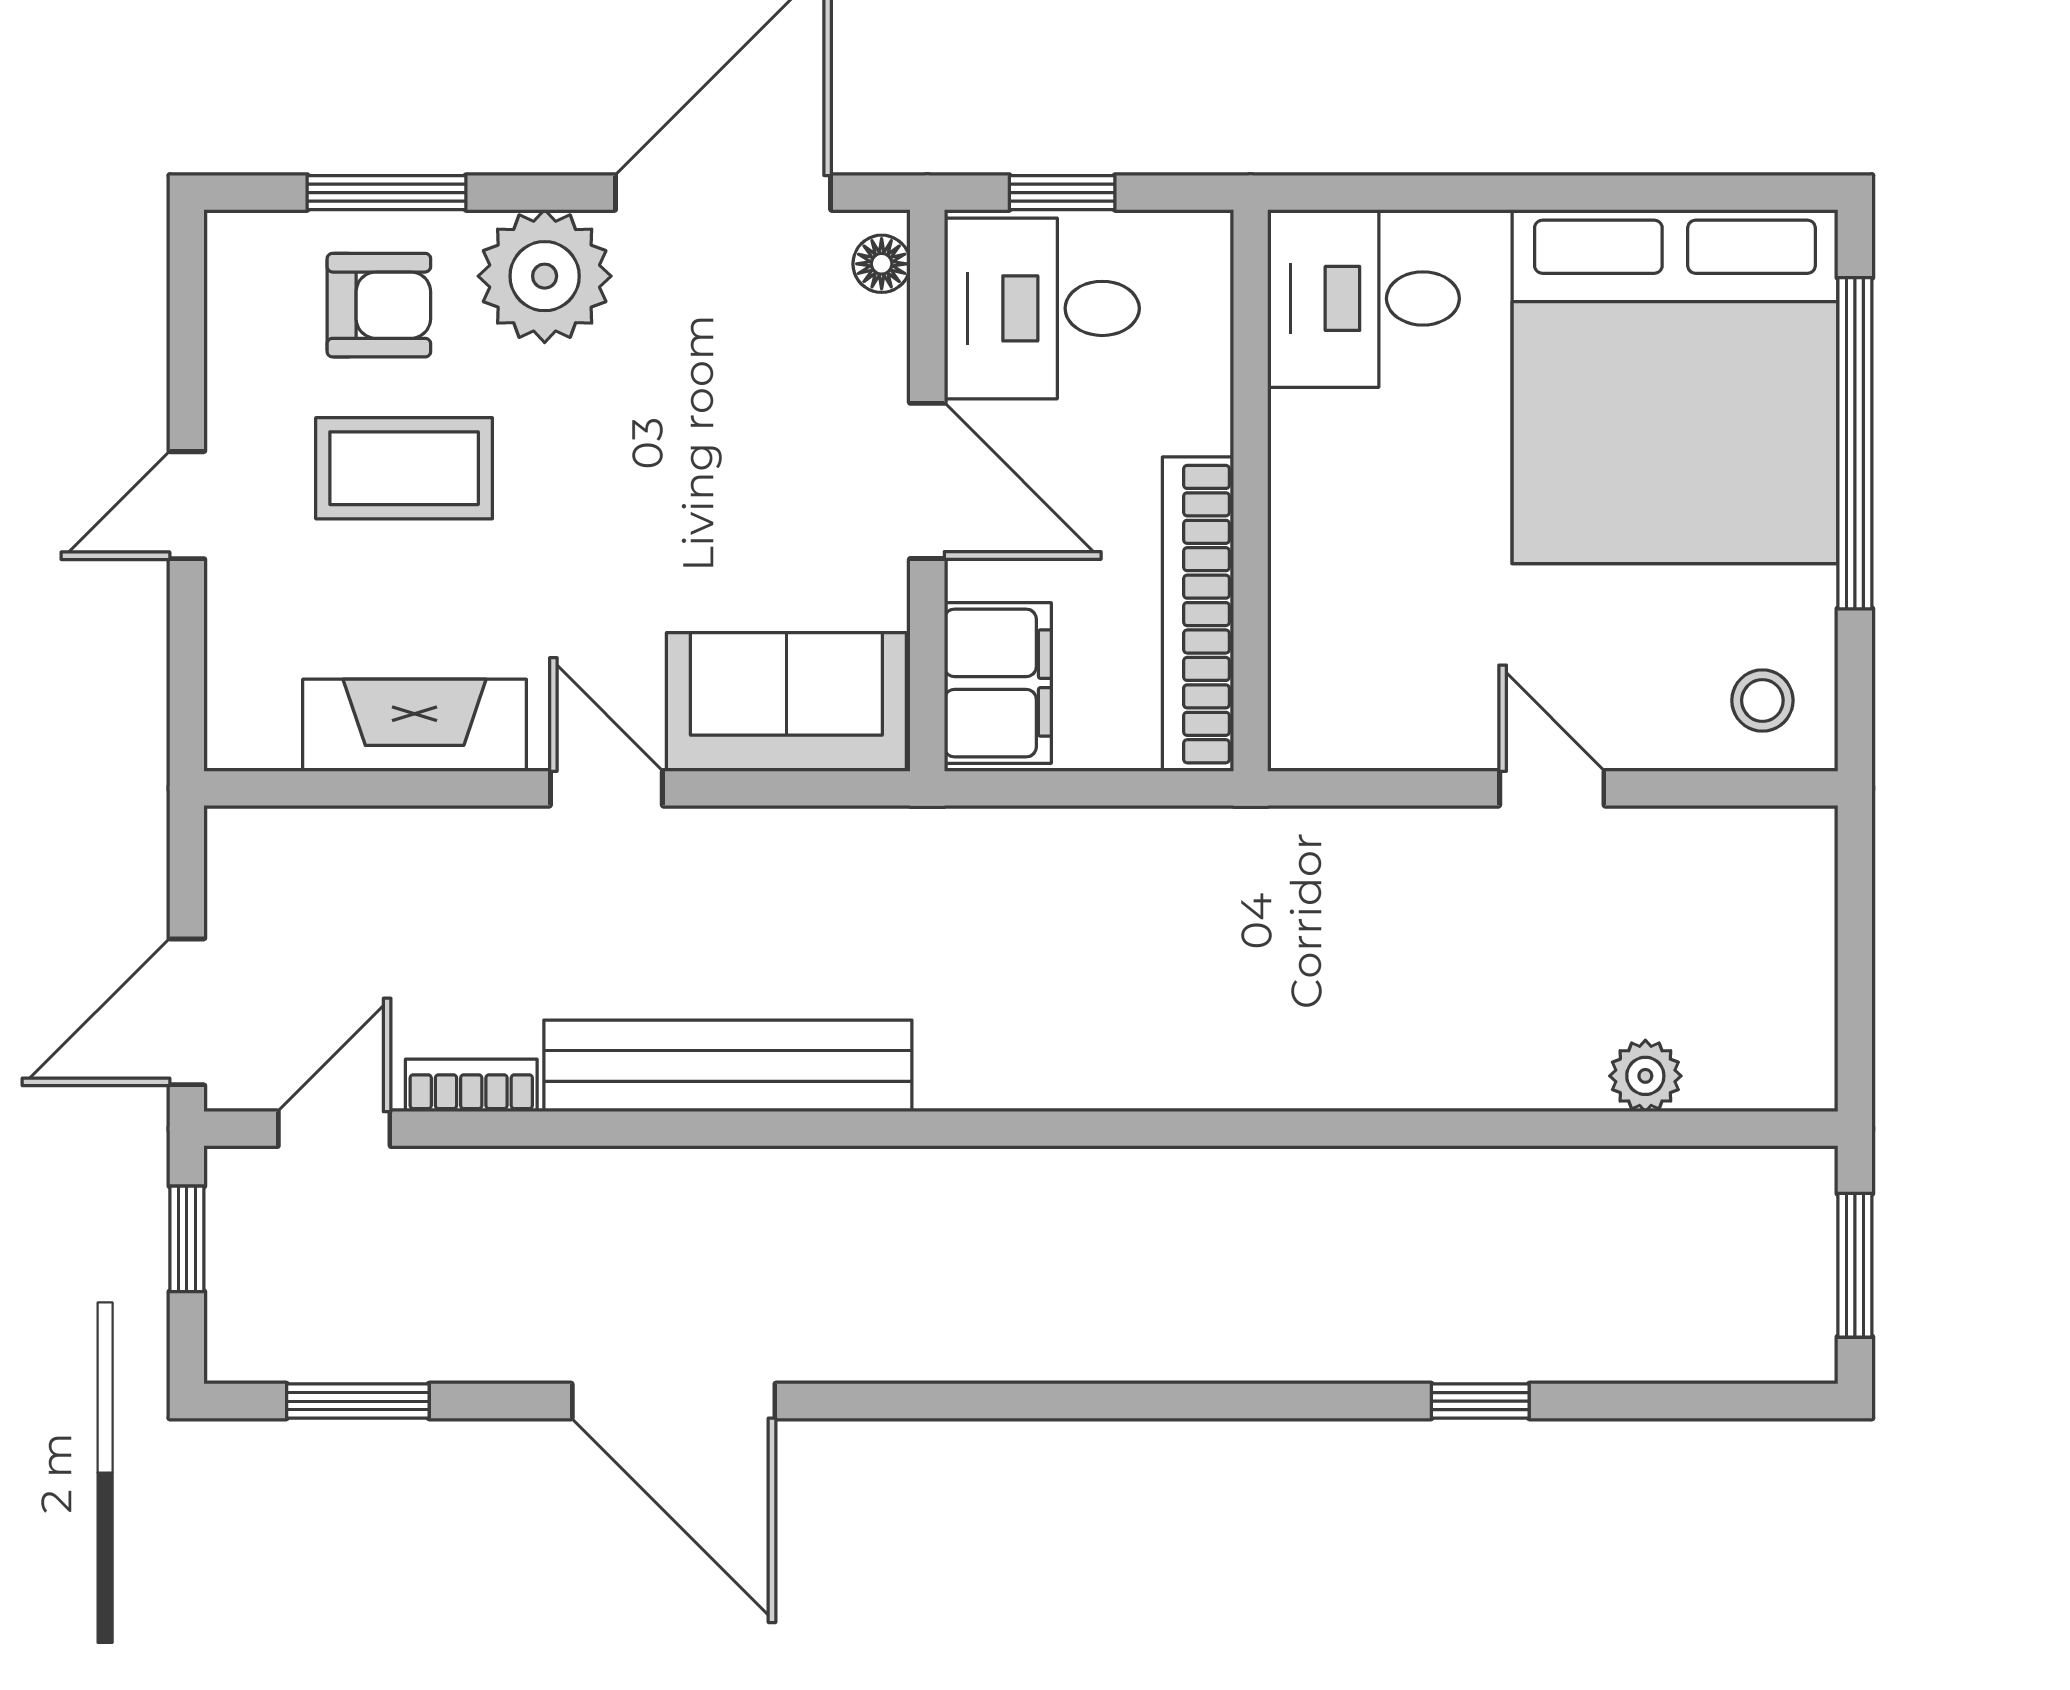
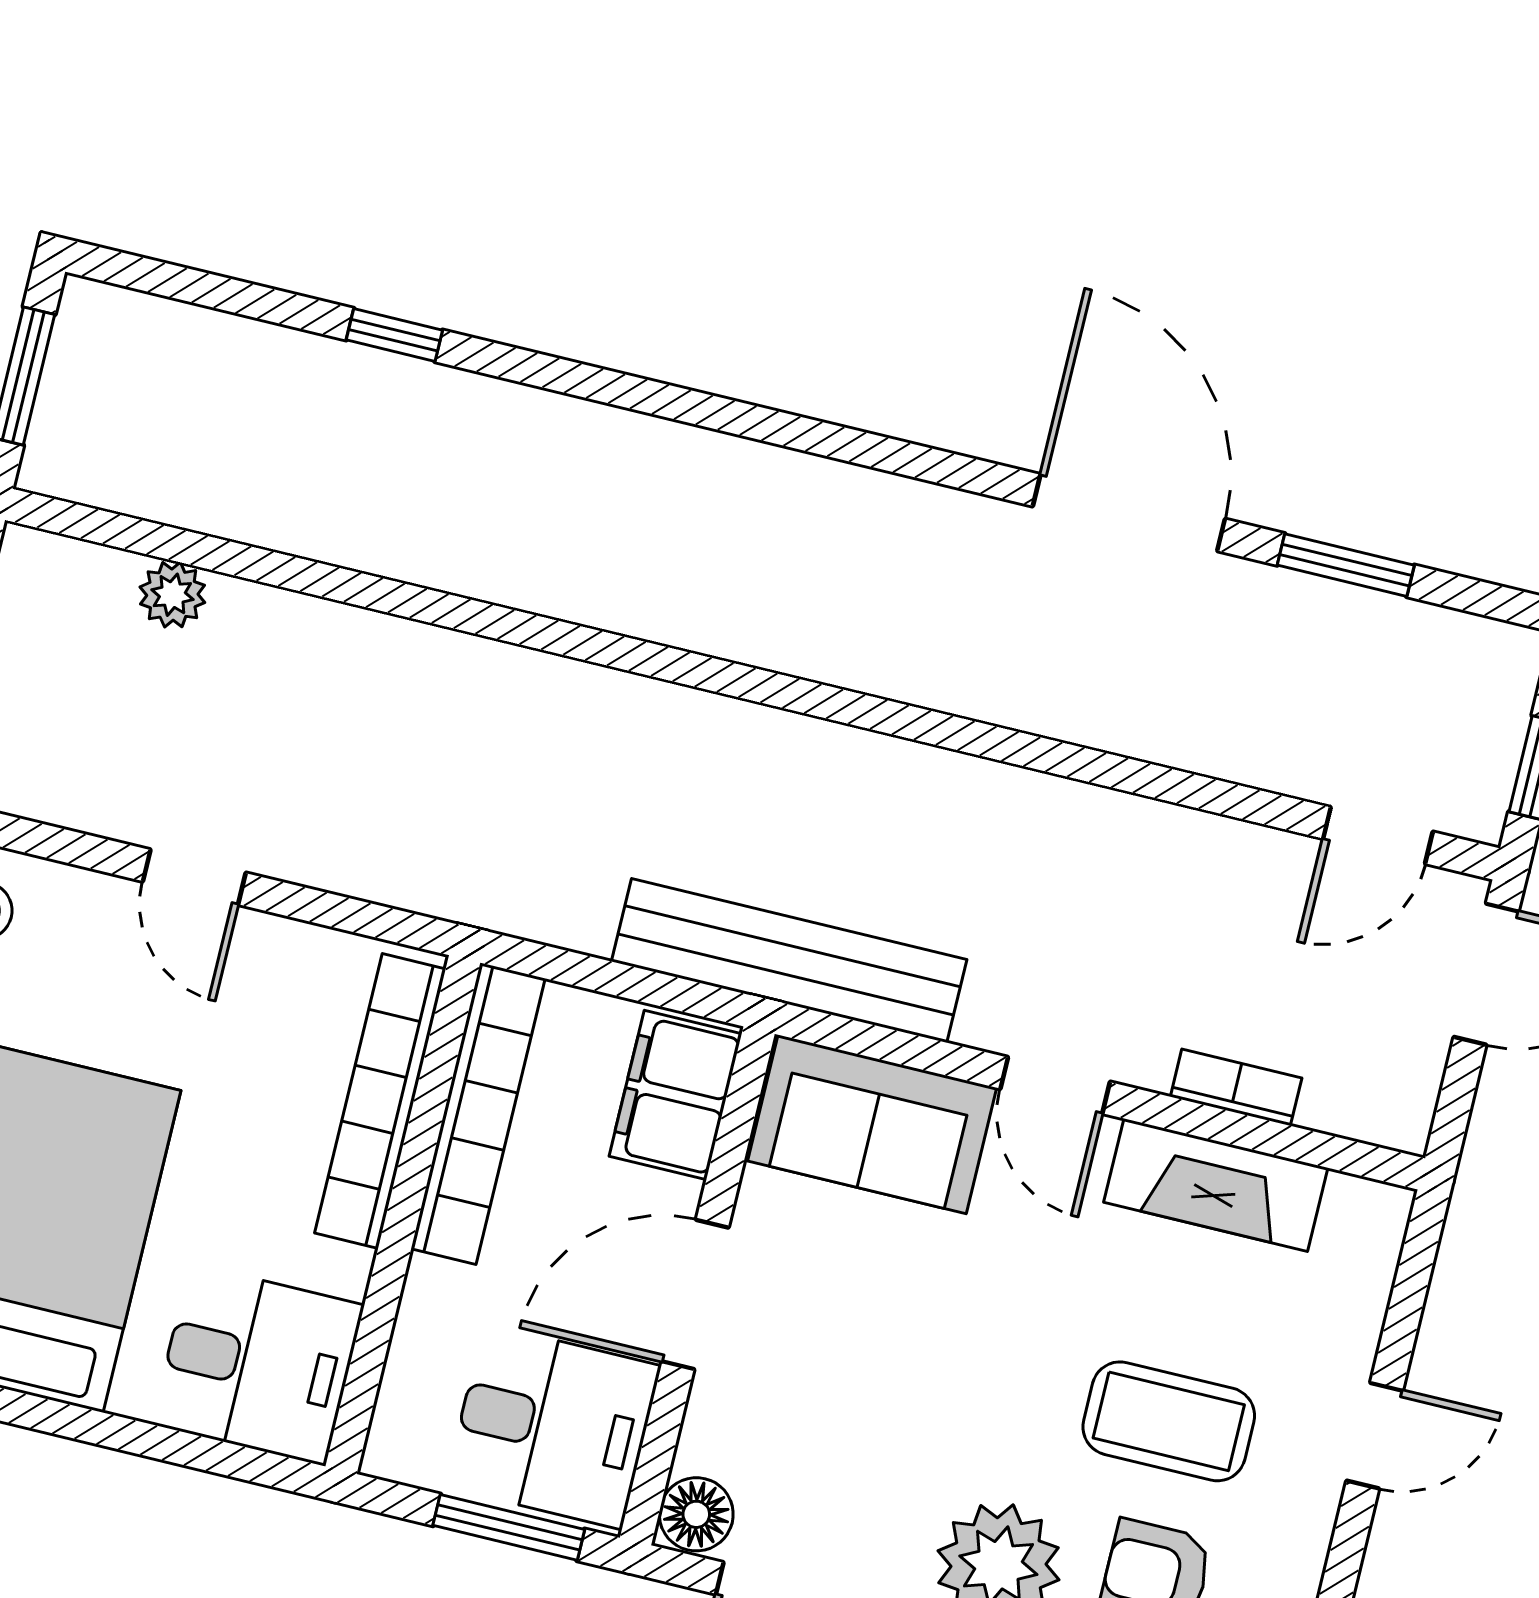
window: (1062, 193) -> (509, 1527), width x1.50
floor lamp: (882, 264) -> (696, 1514), width x1.37, depth x1.37
door: (927, 481) -> (695, 1295), hinge flipped
bookcase: (1303, 603) -> (380, 1101), added
bench: (728, 1066) -> (789, 961), moved
bookcase: (471, 1085) -> (1236, 1087), moved, turned 180
window: (358, 1401) -> (1346, 565), moved

